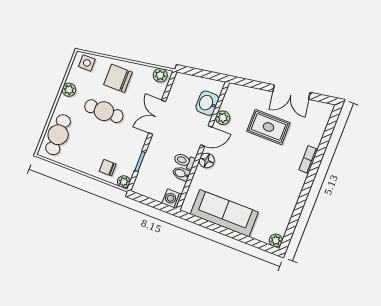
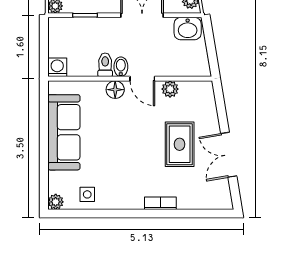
washbasin: (207, 103) -> (188, 29), moved, turned 180
bidet: (181, 174) -> (121, 67), moved
side table: (280, 214) -> (87, 194), added

